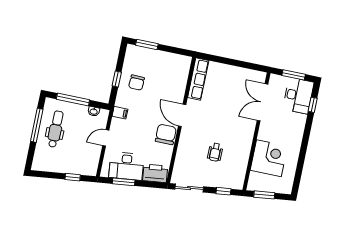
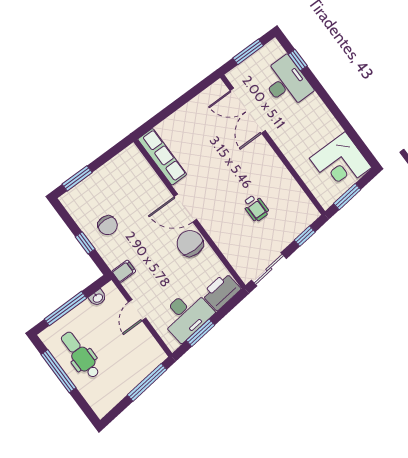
desk: (298, 96) -> (286, 83), moved
corner desk: (269, 158) -> (340, 163), moved, turned 180
window: (73, 177) -> (147, 382), width x2.17

